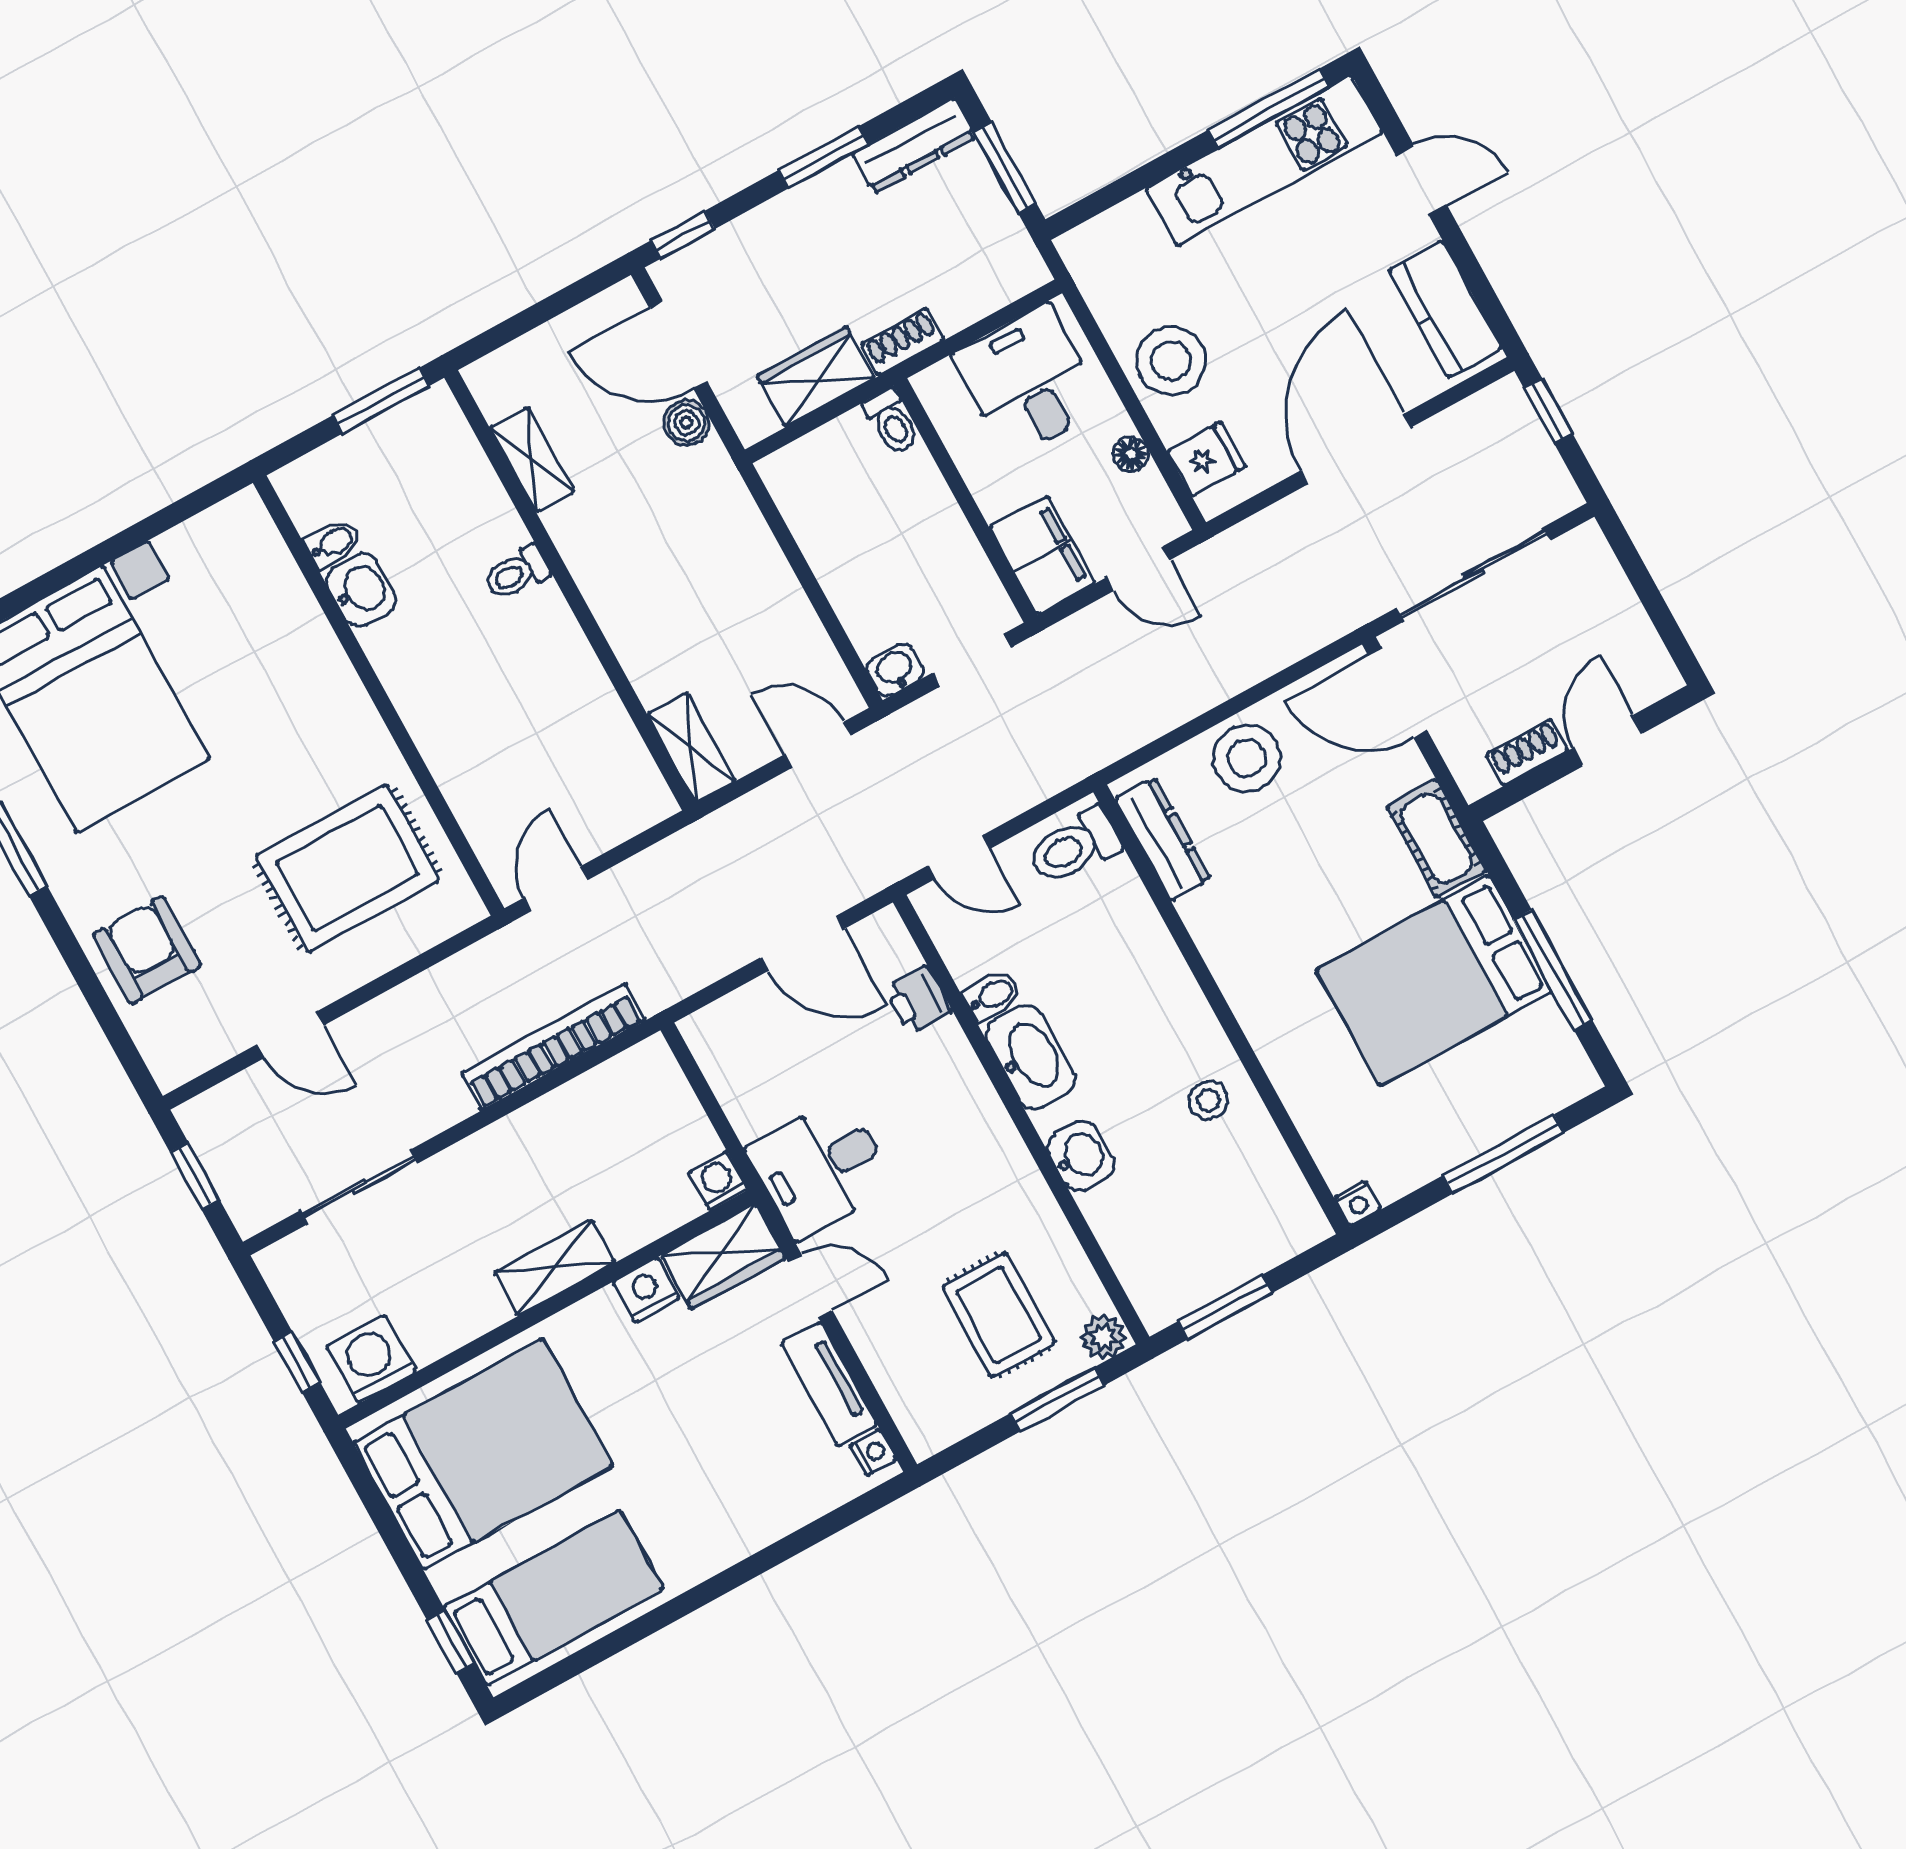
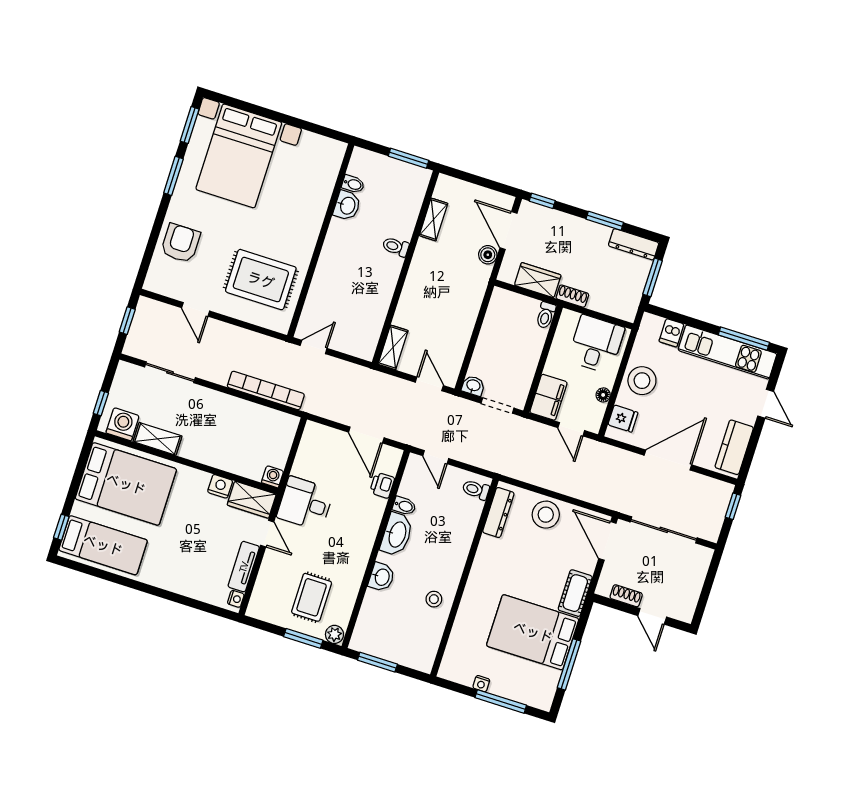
dishwasher: (1136, 228) -> (671, 333), added
door: (1608, 741) -> (652, 616), swing flipped
toilet: (1074, 847) -> (476, 490), width x0.73, depth x0.72
nightstand: (1357, 1203) -> (481, 684), moved
shelving: (555, 1267) -> (157, 439), moved

